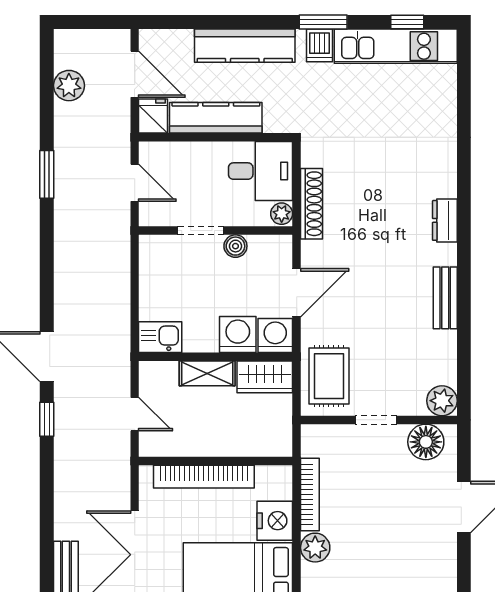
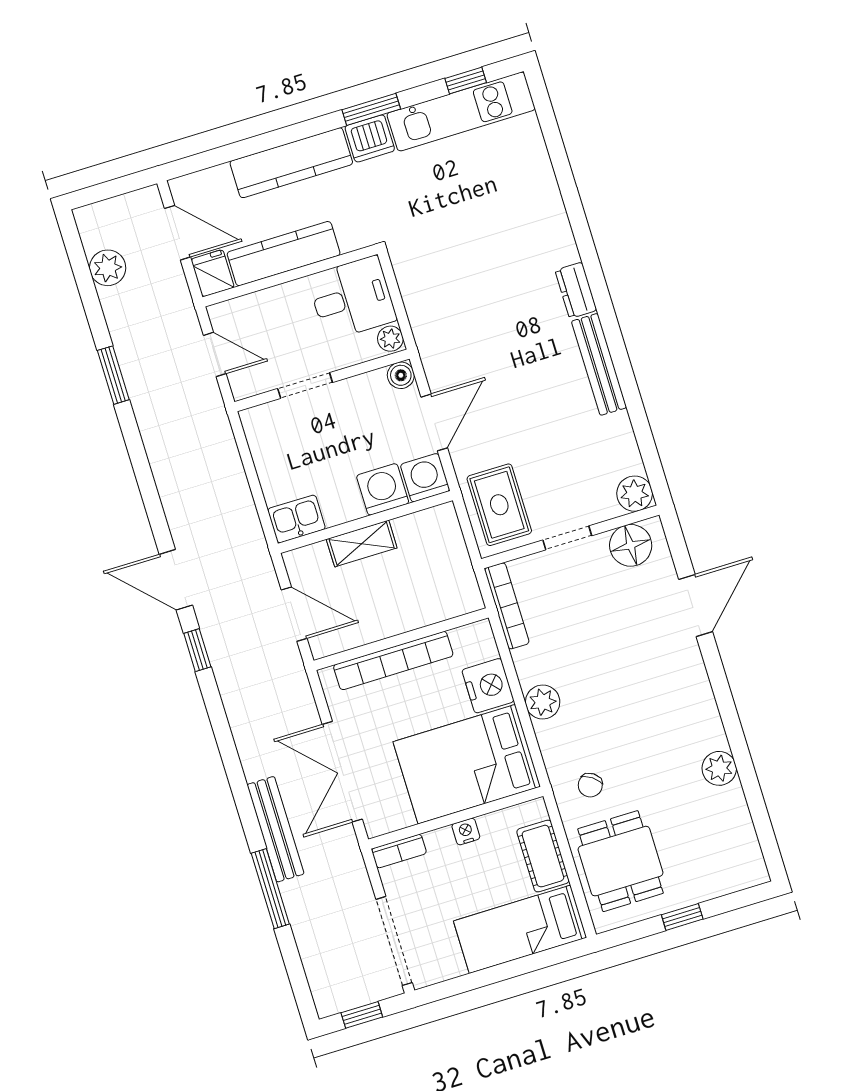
dishwasher: (320, 45) -> (370, 138), width x1.38
shoe rack: (312, 204) -> (421, 317), removed
boiler: (235, 246) -> (401, 375), moved
bench: (445, 298) -> (599, 364), width x1.36
wardrobe: (265, 377) -> (428, 528), removed
door: (135, 414) -> (294, 614), width x1.38
bookcase: (310, 495) -> (507, 606), moved

